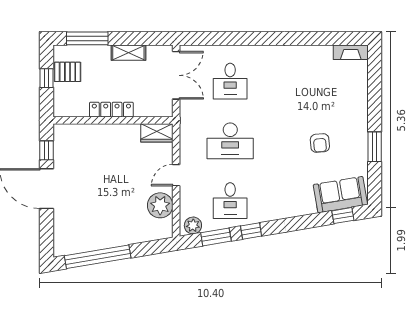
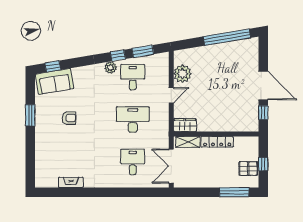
fireplace: (351, 52) -> (71, 182), moved
shelving: (128, 53) -> (188, 142), moved
armchair: (320, 143) -> (69, 118), turned 95
plant: (193, 225) -> (111, 68), moved

